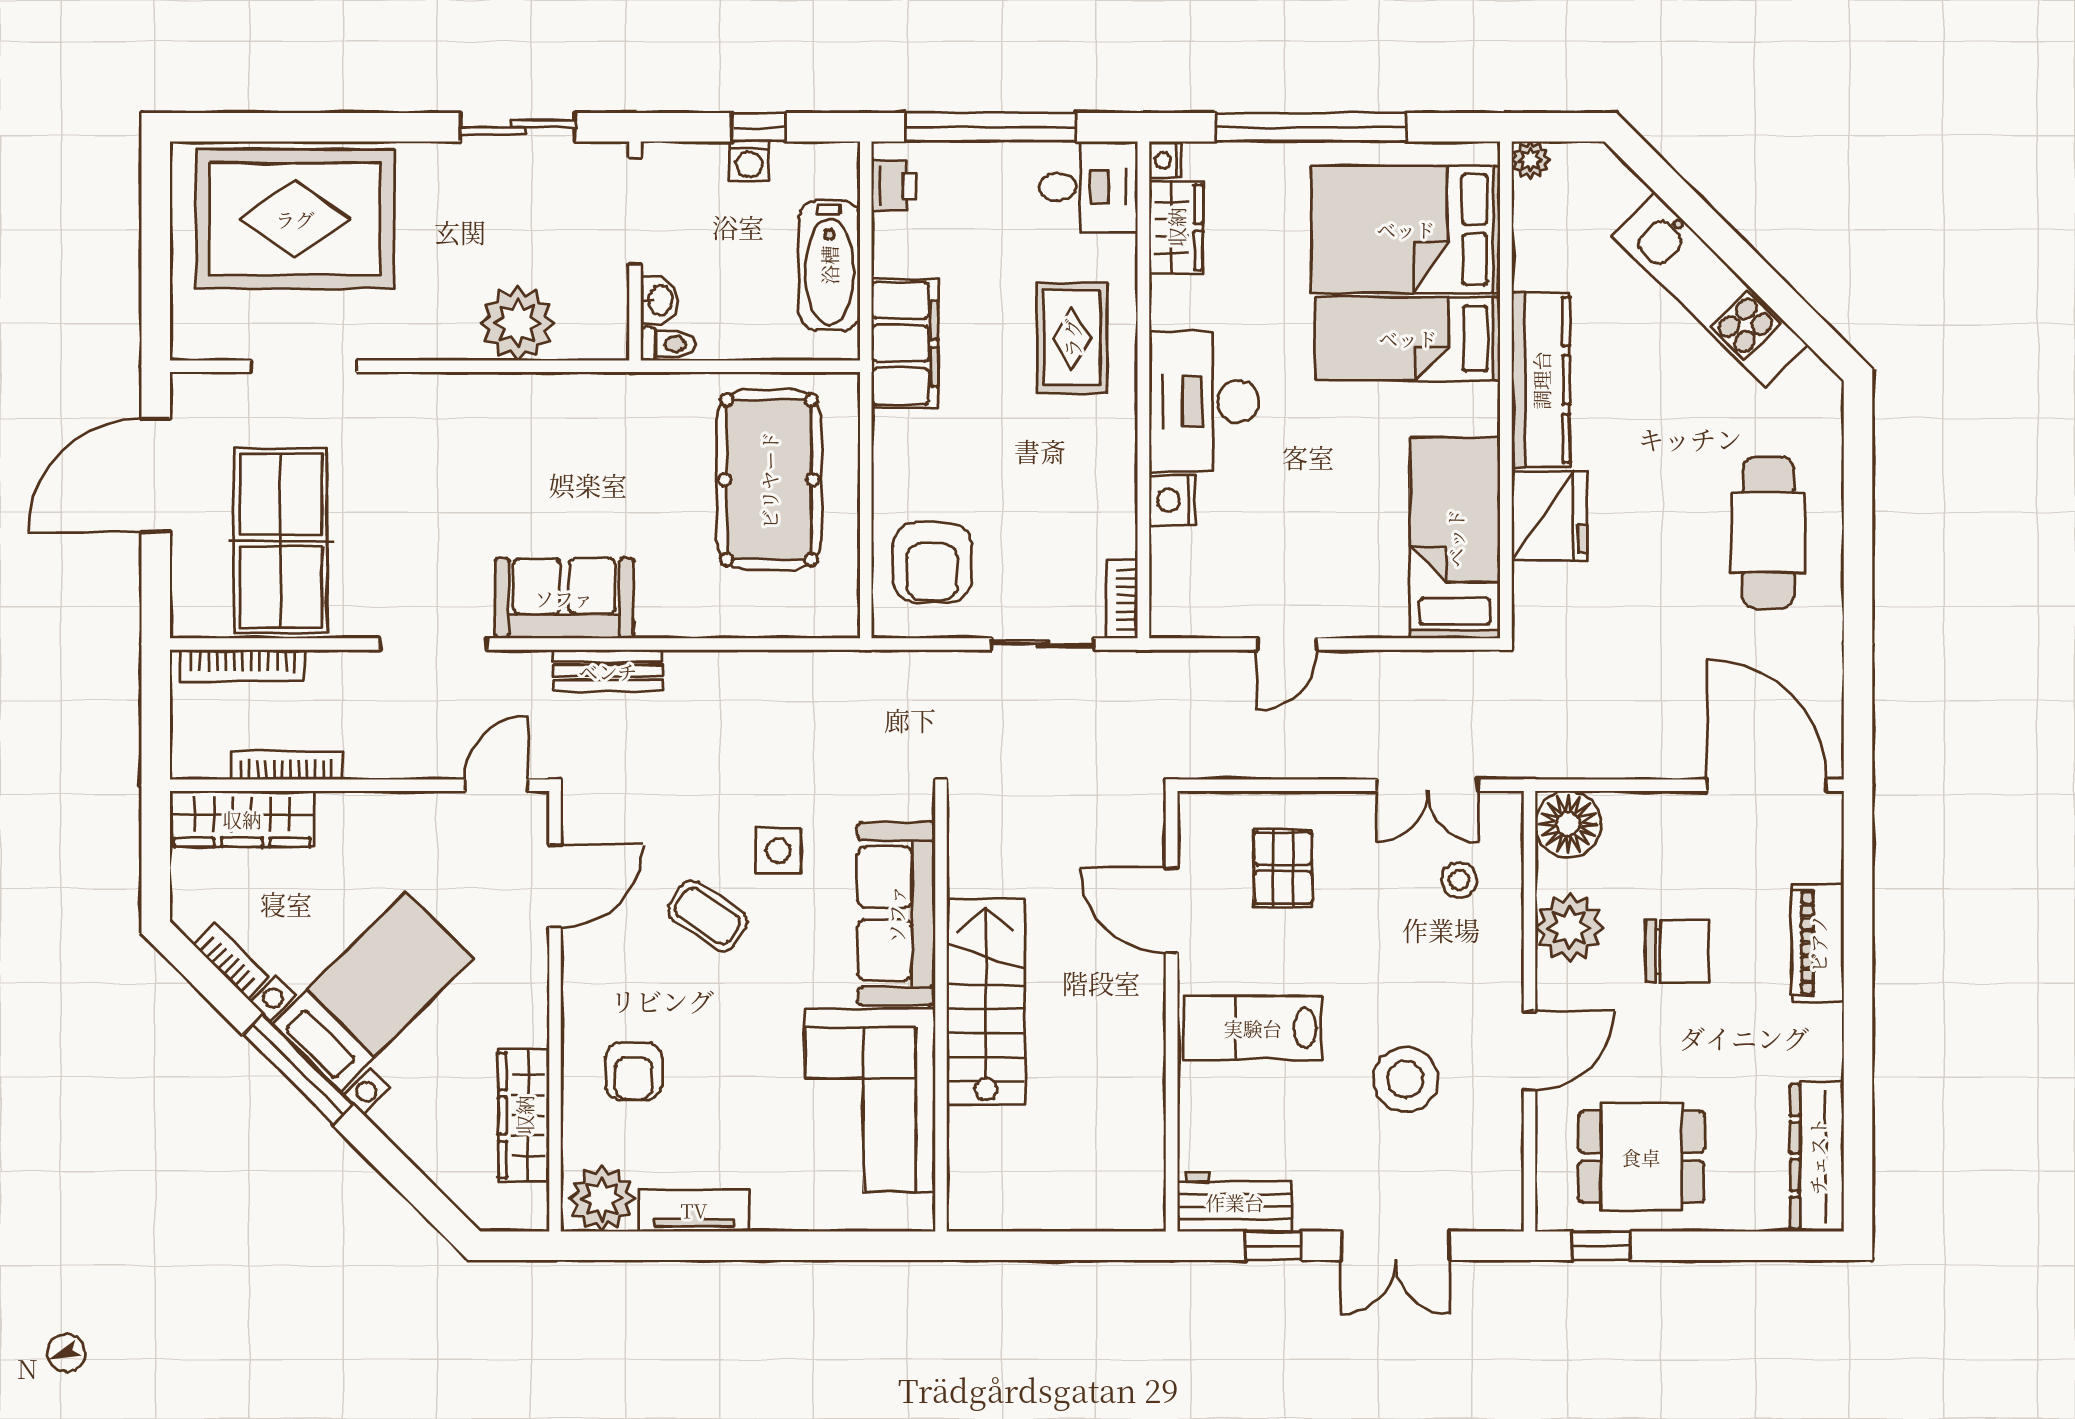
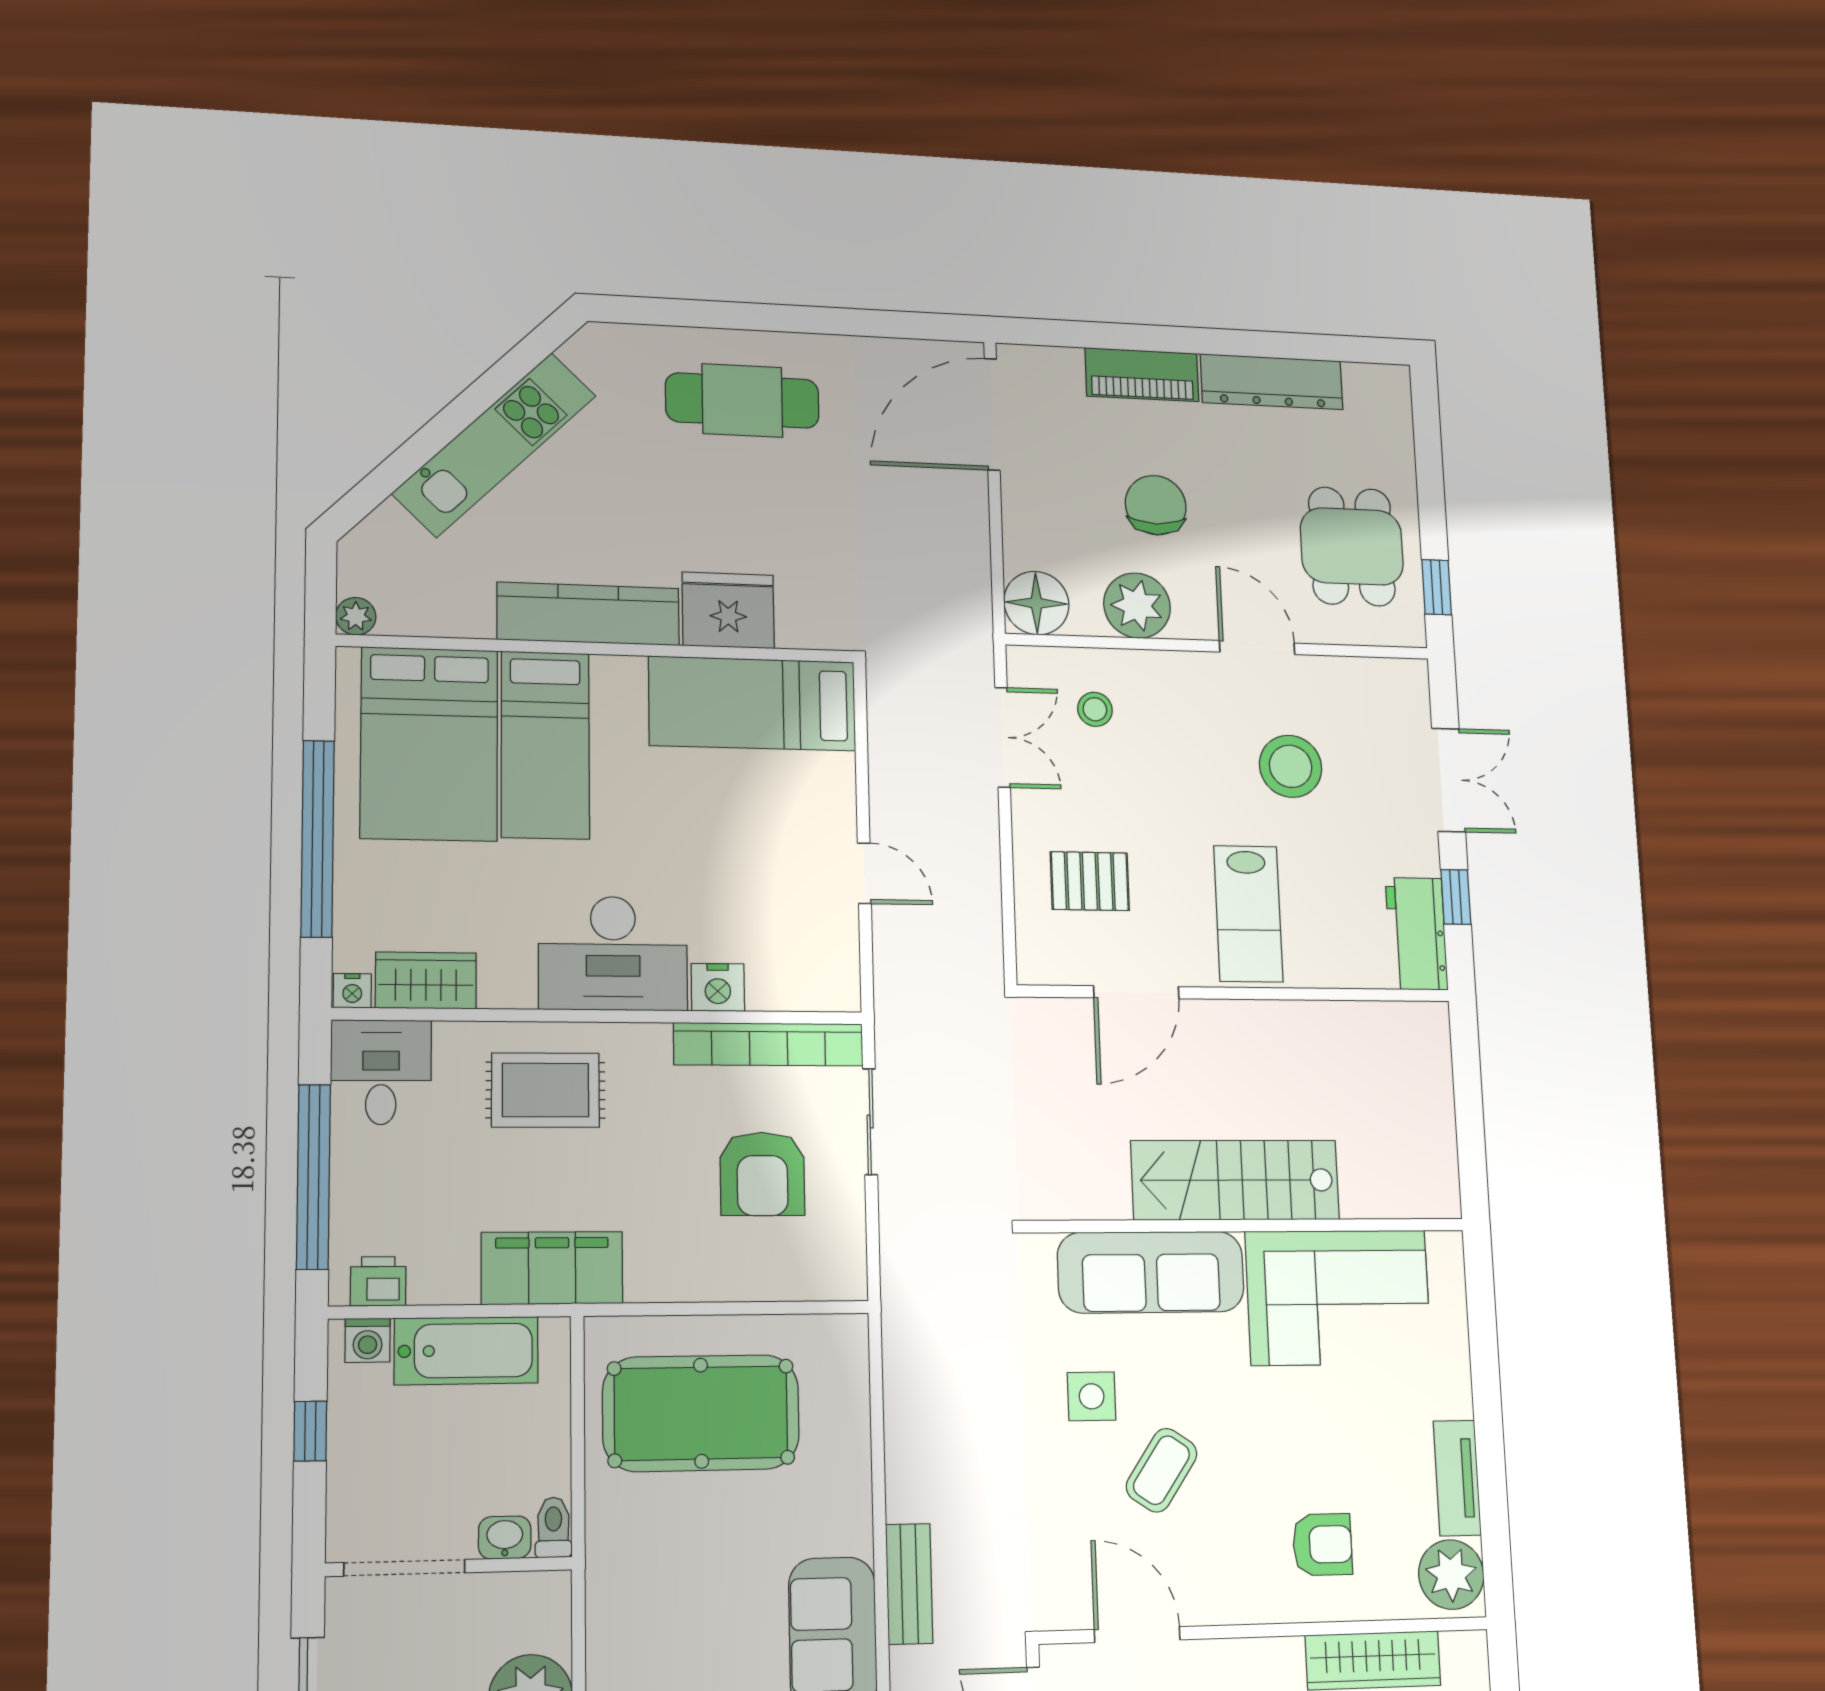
washing machine: (749, 161) -> (368, 1340), moved, turned 90
armchair: (932, 562) -> (762, 1174), moved, turned 90
bookcase: (1122, 599) -> (769, 1044), width x2.31, depth x1.31
dresser: (1817, 1156) -> (1272, 382), moved

